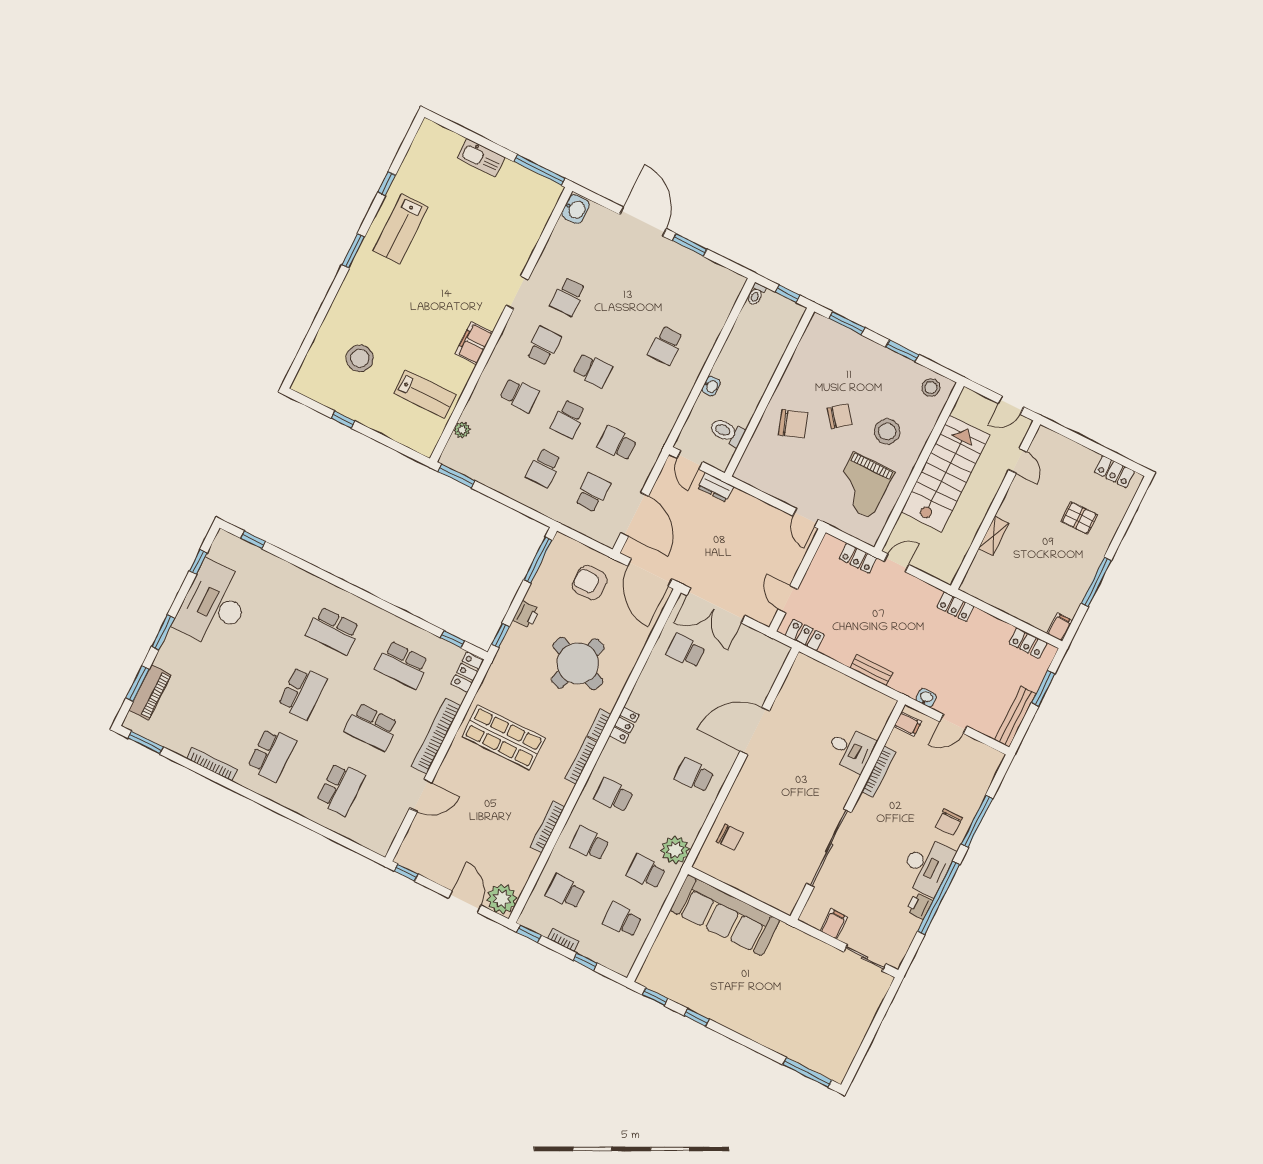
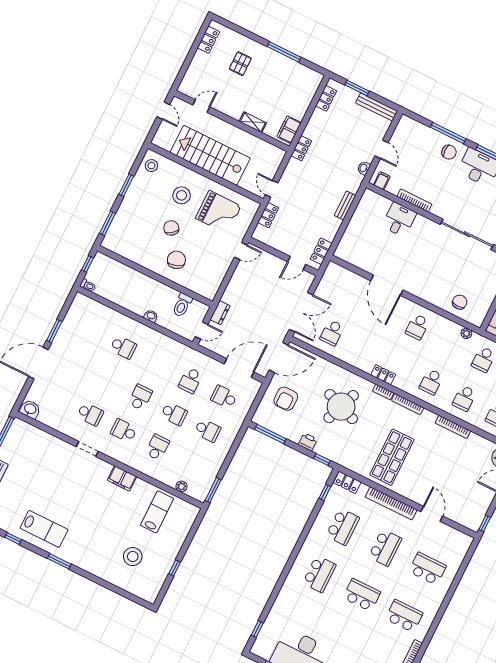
filing cabinet: (1060, 627) -> (289, 130), moved, width x2.00
plant: (675, 850) -> (466, 333), width x0.53, depth x0.53

